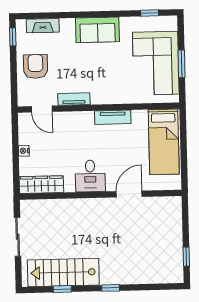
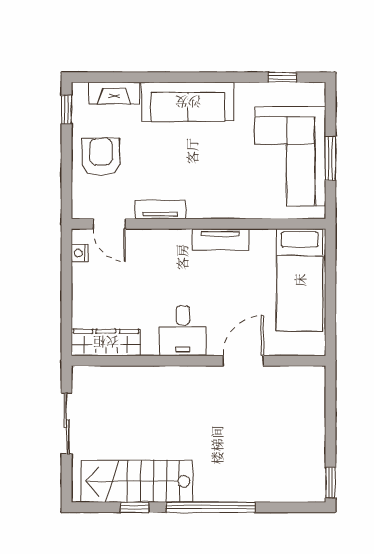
sofa: (97, 30) -> (188, 102), width x1.36
nightstand: (24, 151) -> (80, 253), moved
window: (186, 257) -> (330, 483), moved
window: (111, 288) -> (211, 507), width x3.17

